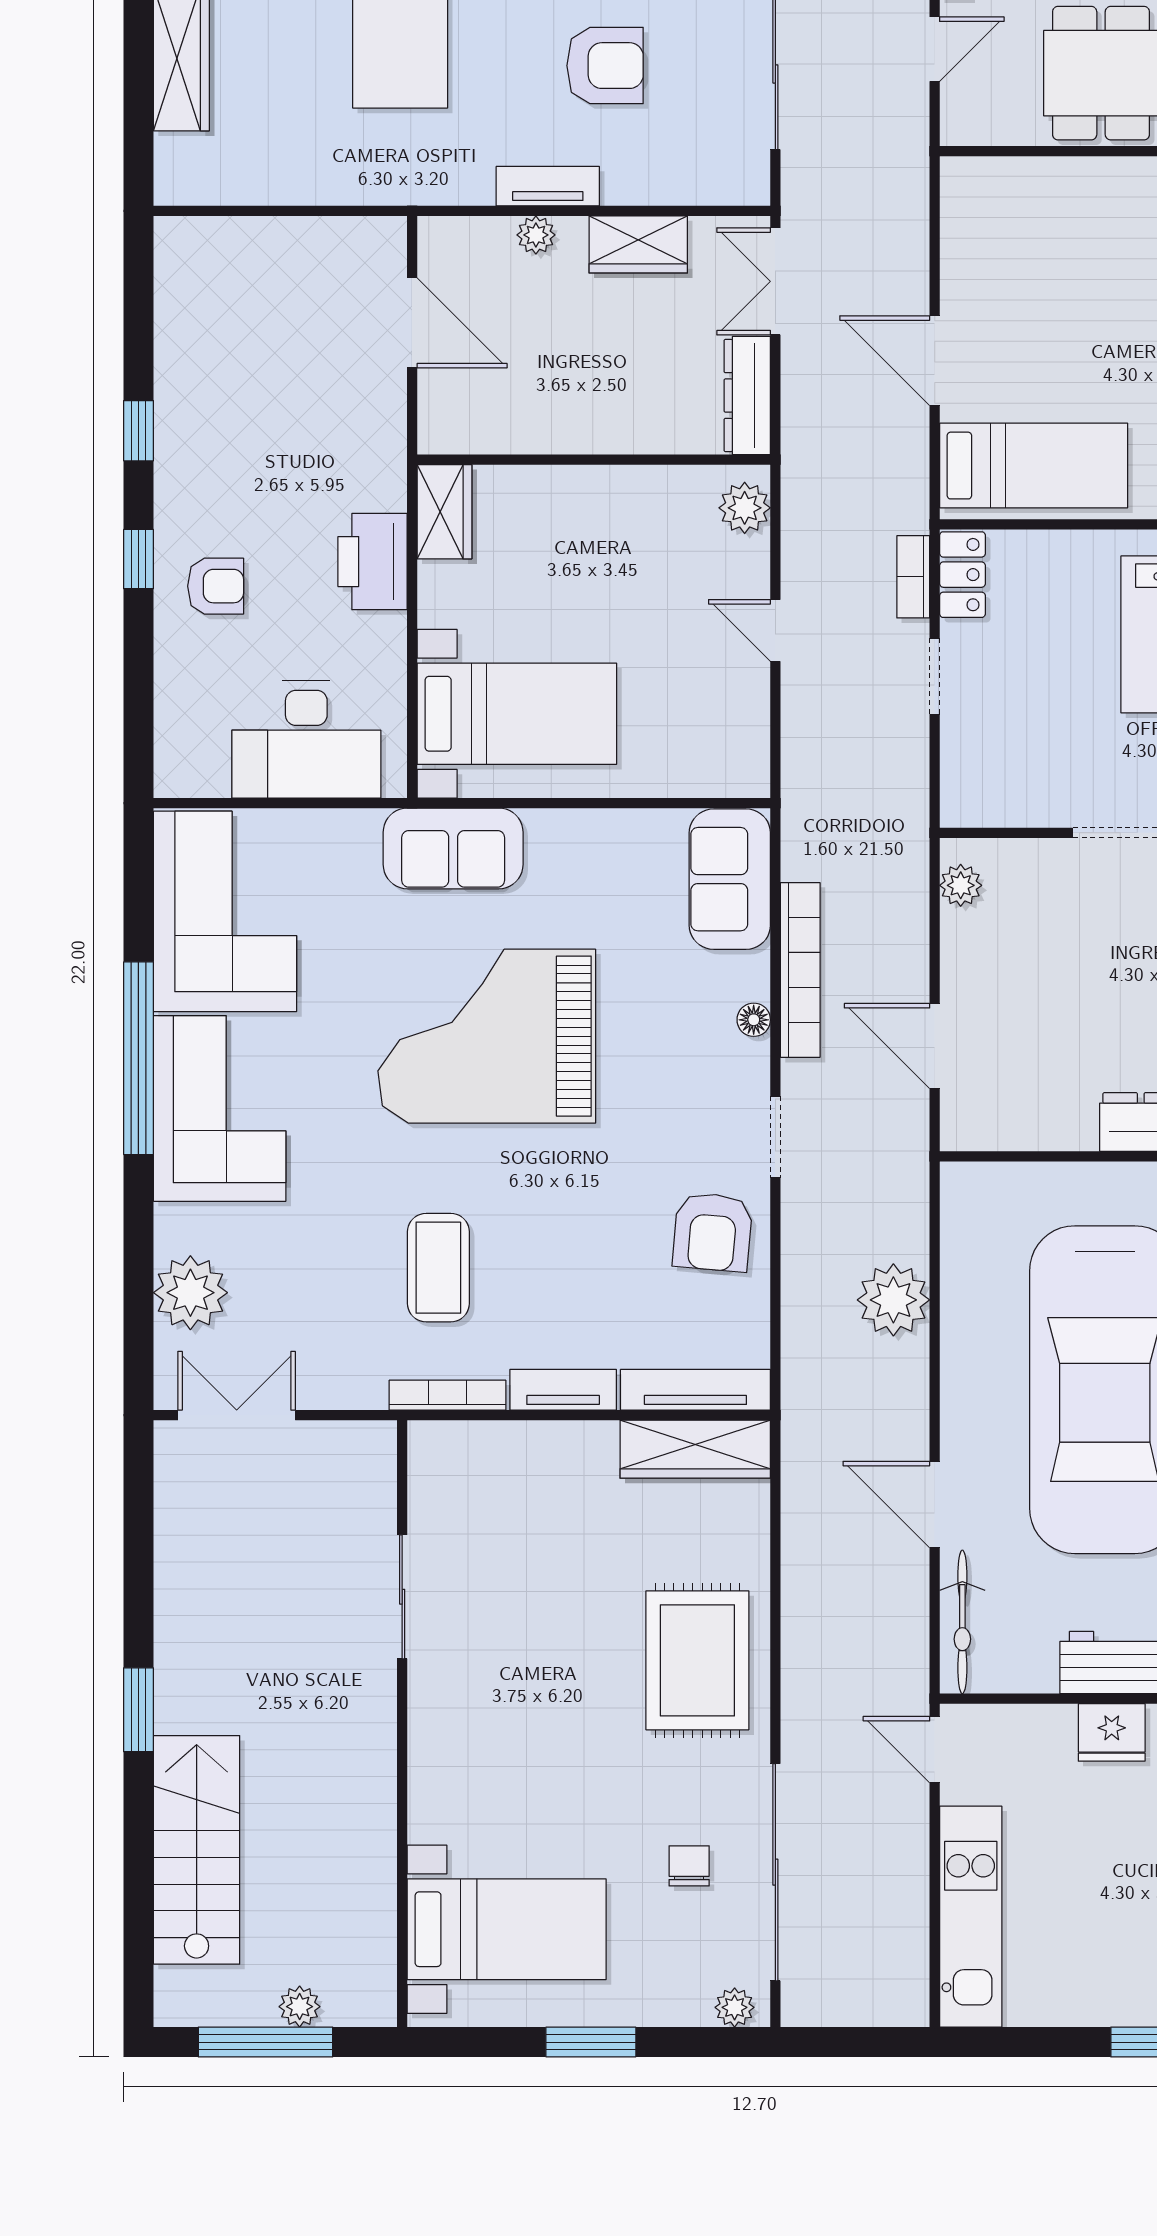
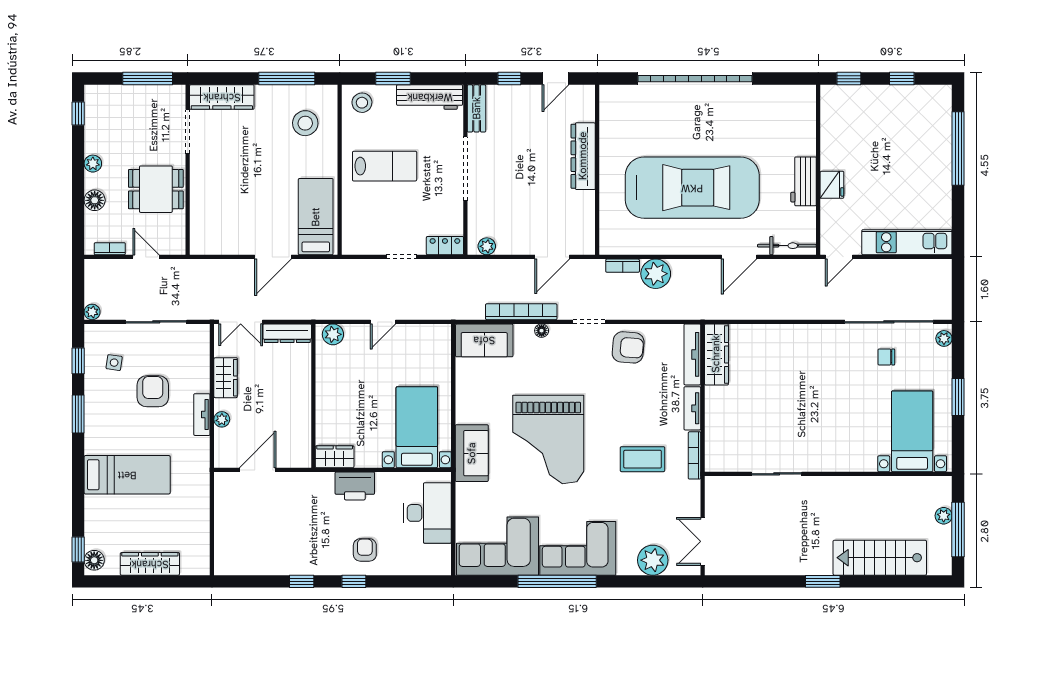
locker: (962, 575) -> (445, 246), moved
bookcase: (913, 577) -> (623, 266), moved
rug: (697, 1660) -> (803, 354), removed

